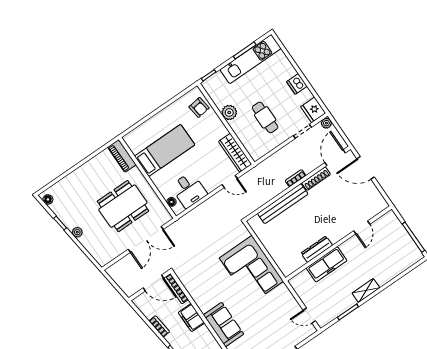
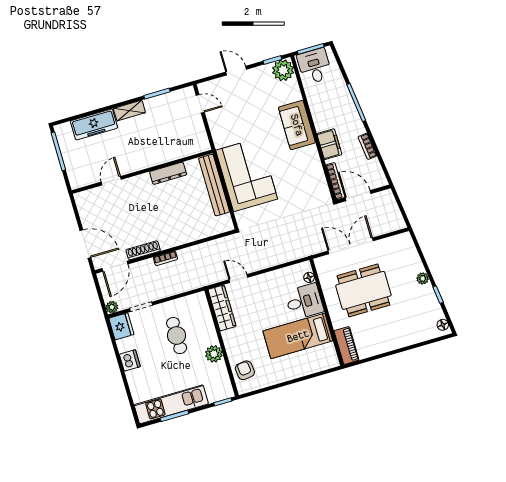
desk: (189, 190) -> (304, 302), moved, turned 90
bench: (283, 204) -> (214, 185), moved, turned 90
freezer: (327, 264) -> (94, 124), moved, turned 180

